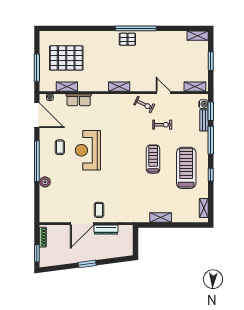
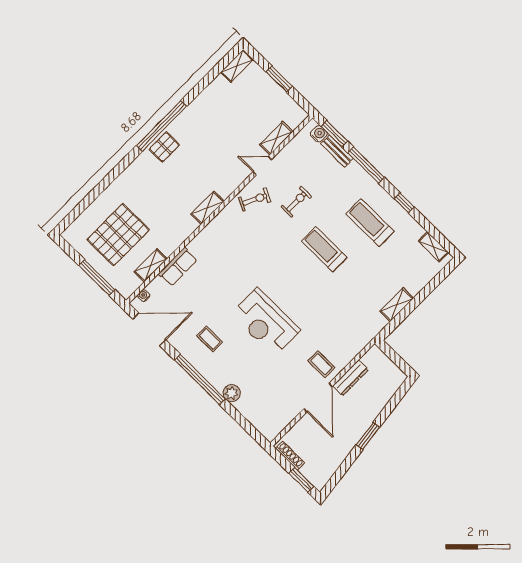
shelving: (195, 87) -> (276, 138), moved
reception desk: (88, 150) -> (266, 322), moved
treadmill: (186, 168) -> (370, 223), width x0.73, depth x0.73

